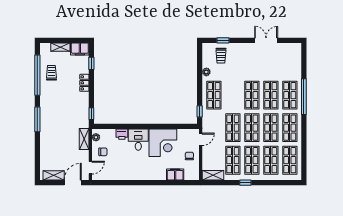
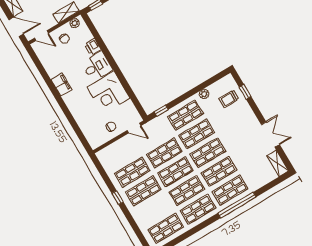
shop shelf: (271, 160) -> (197, 134), moved
filing cabinet: (175, 174) -> (61, 84), moved
shelving: (213, 175) -> (278, 163), moved

